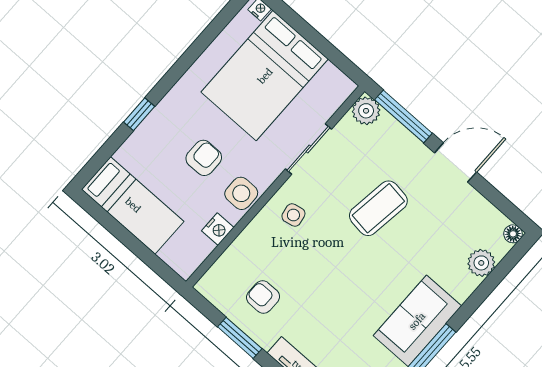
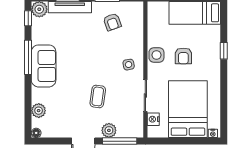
plant: (366, 111) -> (109, 130), moved
coffee table: (378, 208) -> (98, 96), width x0.73, depth x0.77
nightstand: (218, 229) -> (153, 119), moved
armchair: (263, 297) -> (112, 22), turned 70

